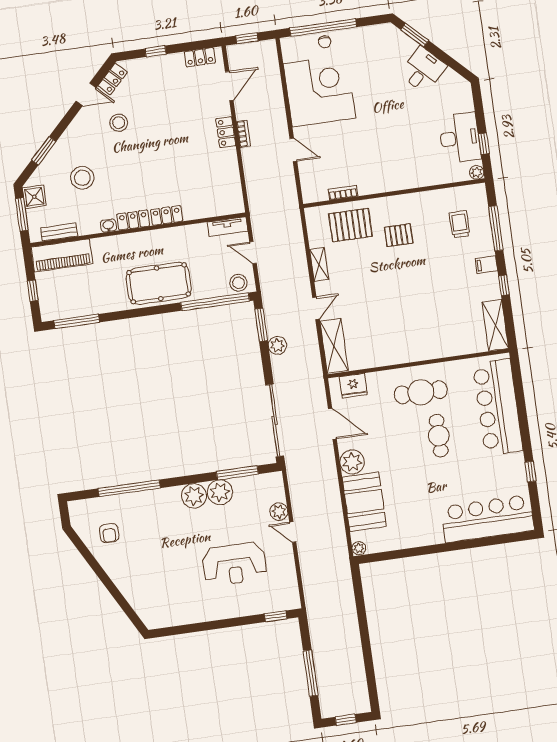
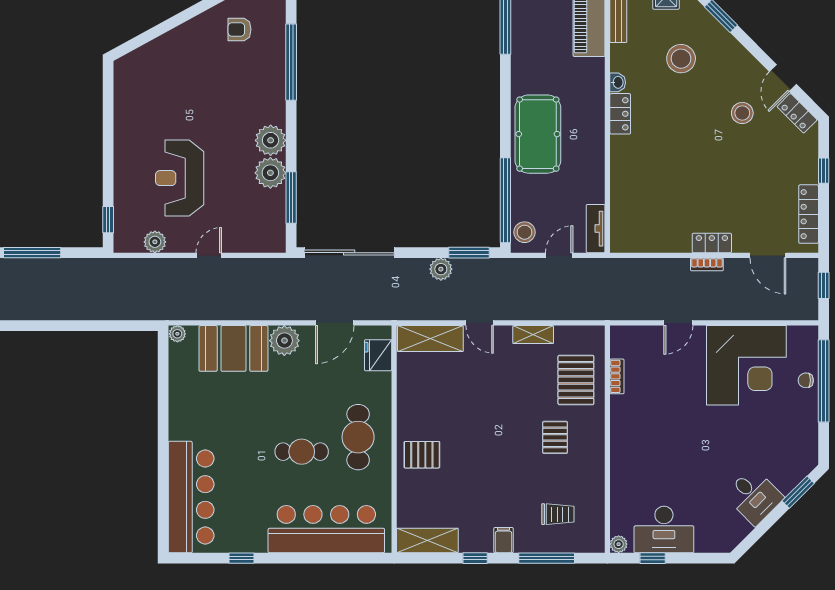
locker: (200, 57) -> (809, 214), width x1.53
locker: (167, 215) -> (620, 156), removed
pallet: (428, 339) -> (422, 455), added
plant: (279, 512) -> (155, 242), moved

